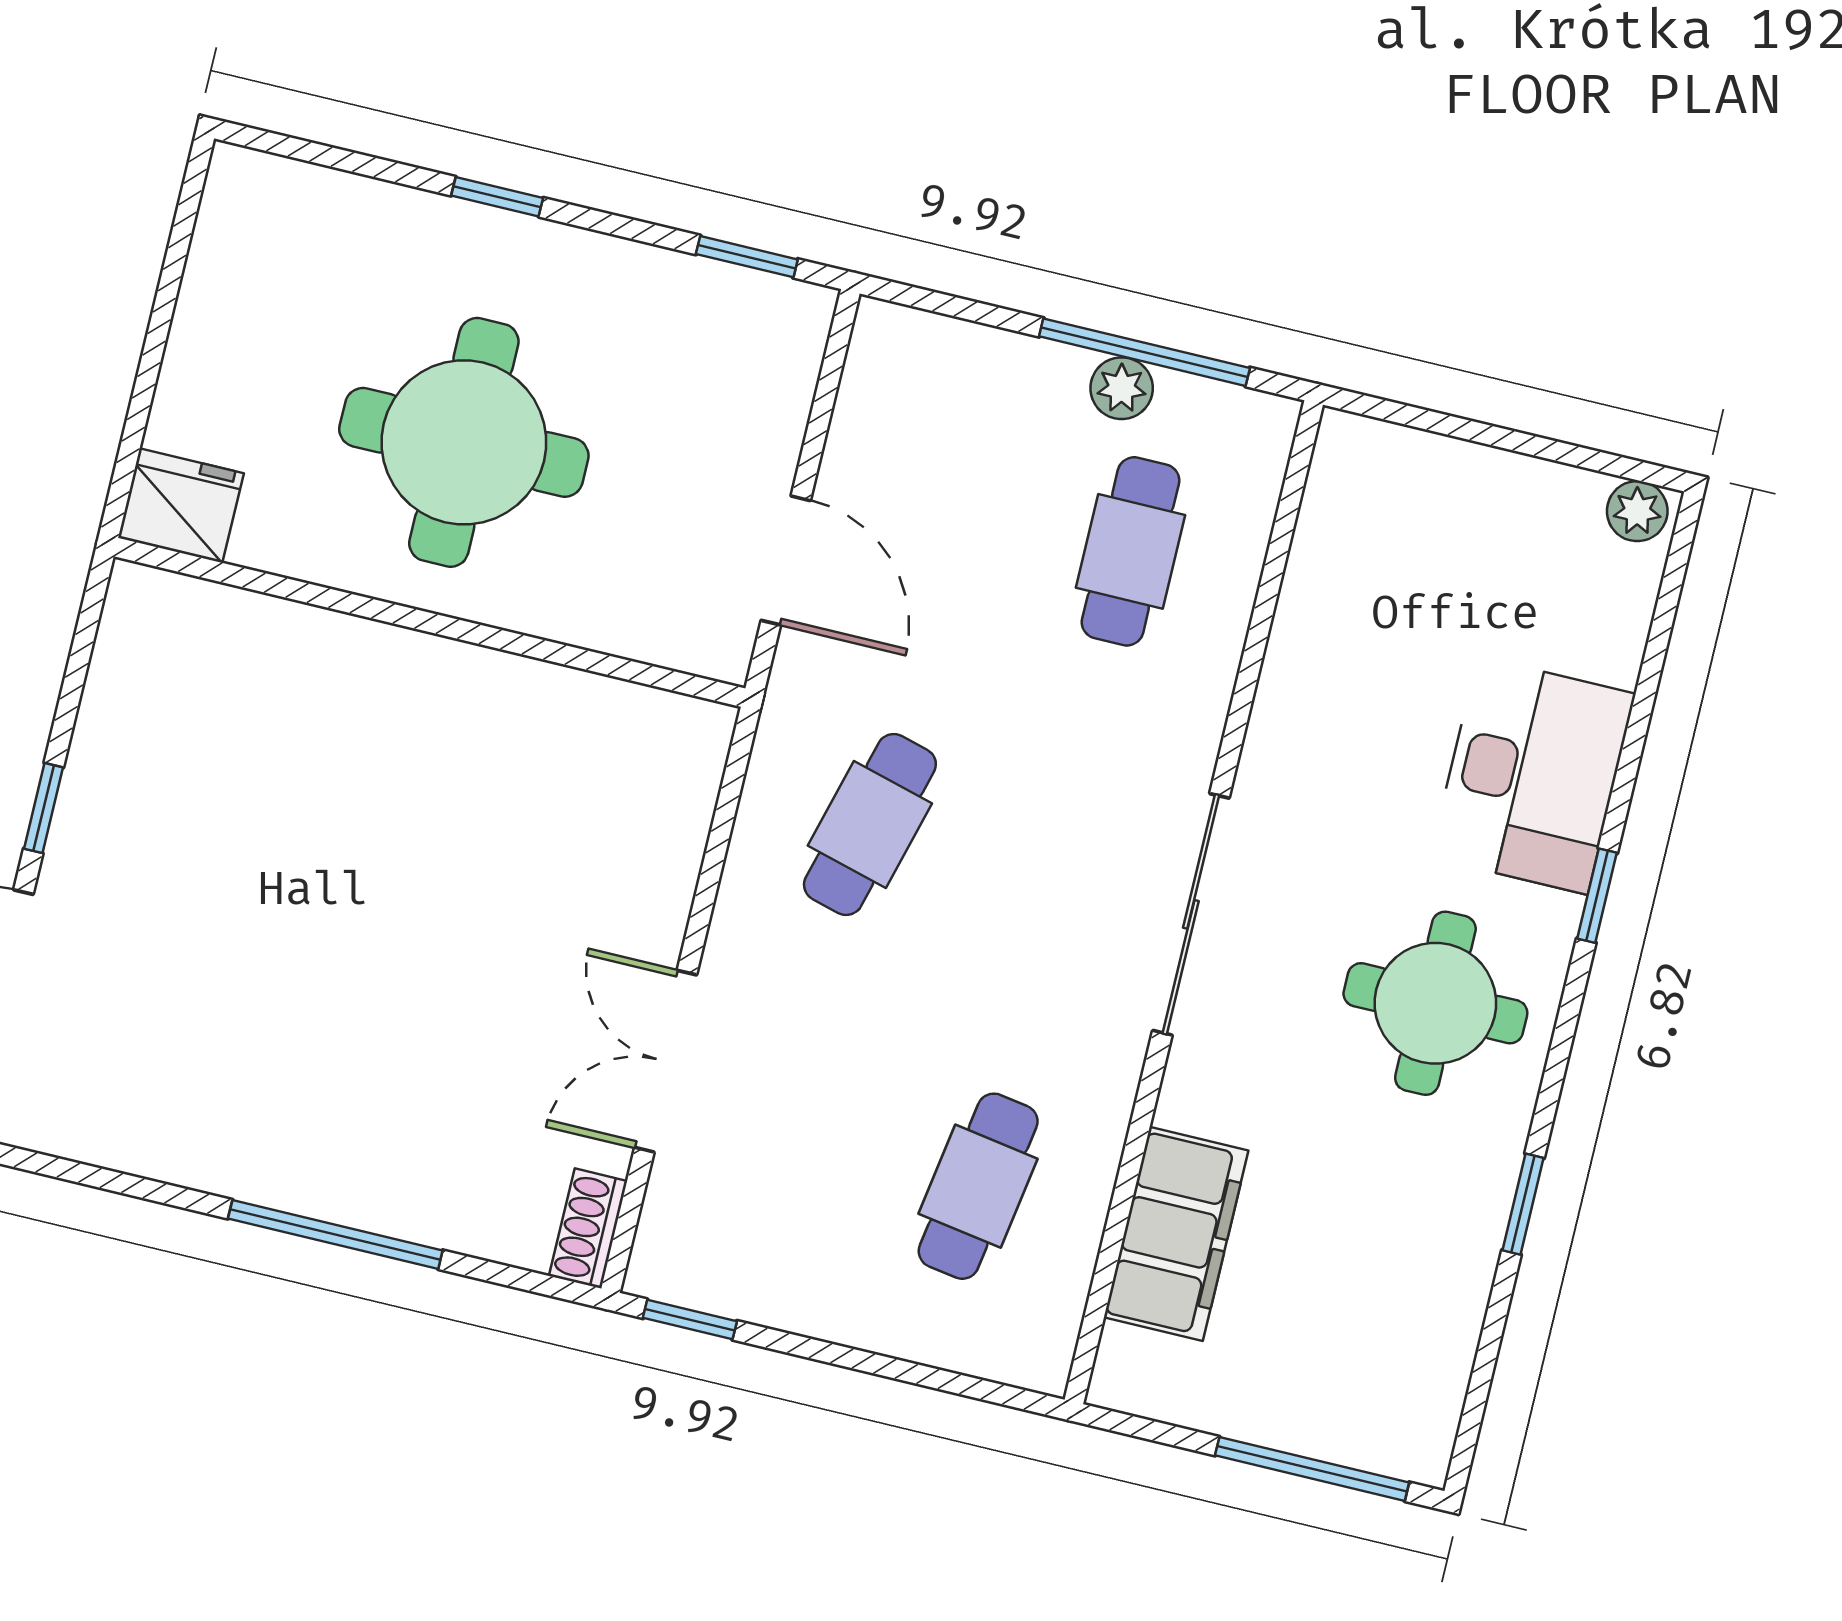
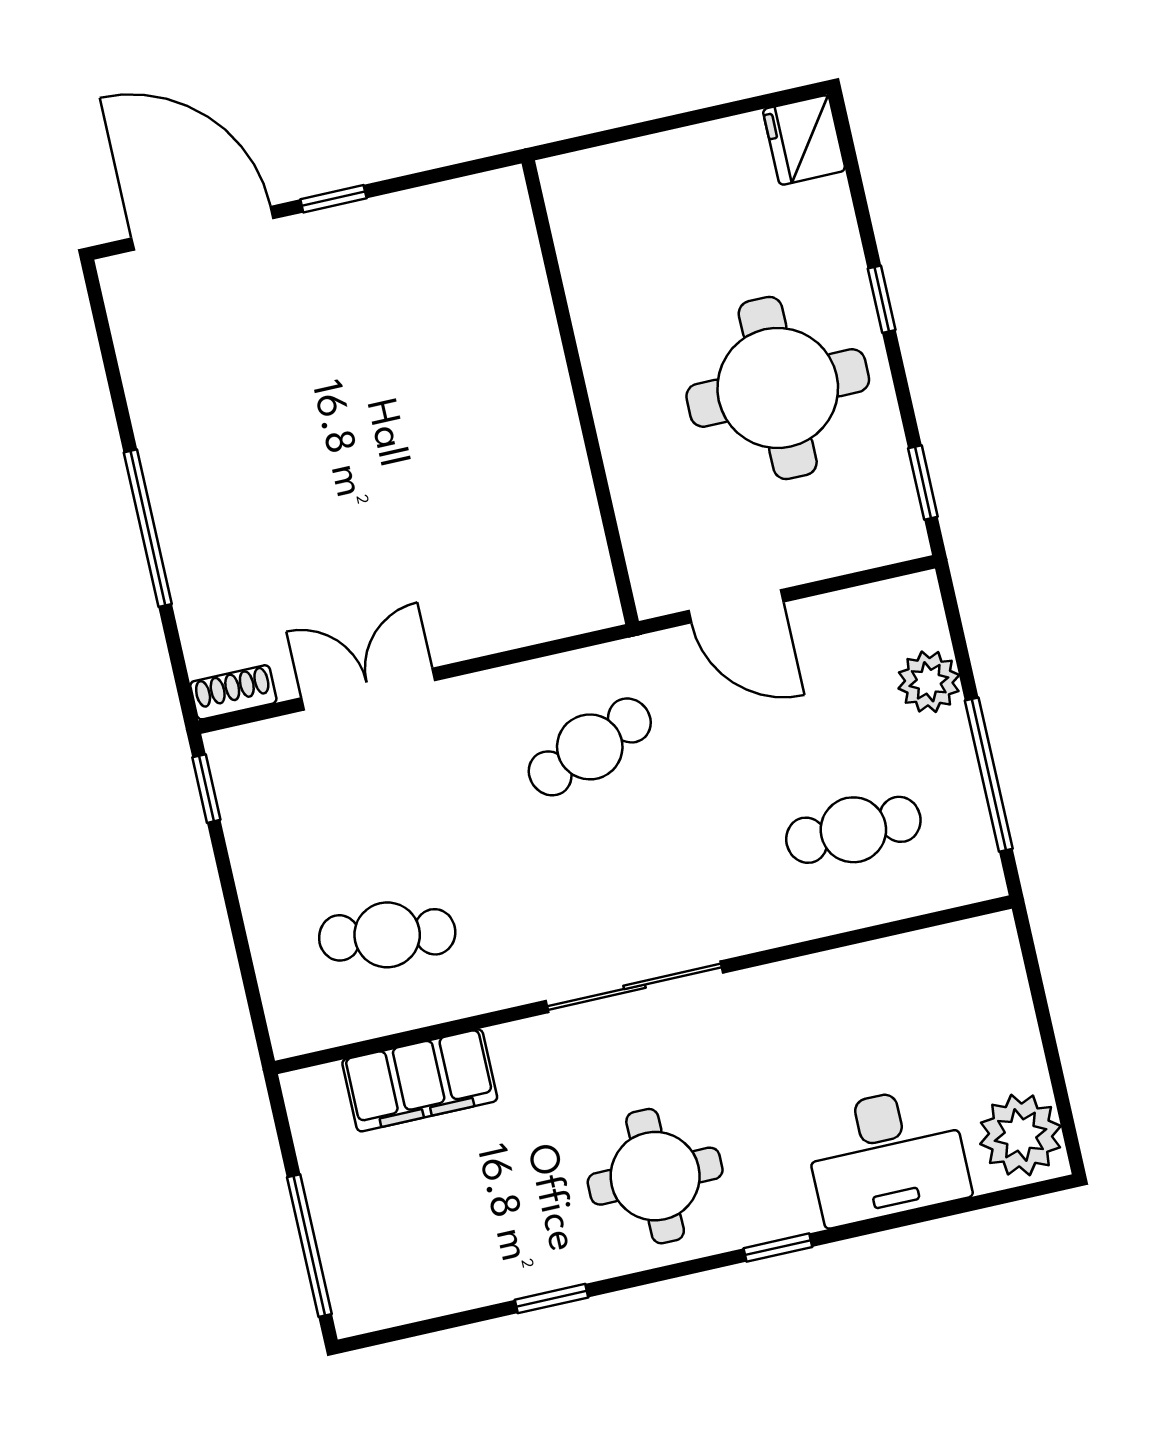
plant: (1122, 388) -> (929, 682), moved, width x1.38, depth x1.38
round table: (464, 442) -> (778, 388), moved
fridge: (181, 506) -> (804, 140), moved, turned 180
plant: (1637, 511) -> (1020, 1135), width x1.87, depth x1.87
door: (786, 560) -> (736, 606), hinge flipped
desk: (1533, 775) -> (887, 1155), moved
cafe table: (870, 824) -> (590, 747), turned -36

